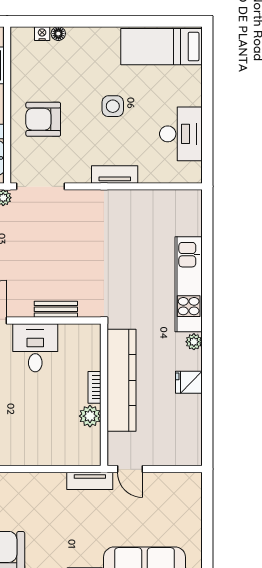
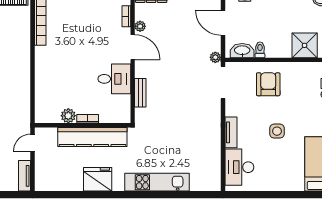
desk: (181, 134) -> (239, 167), moved, turned 90
plant: (194, 342) -> (118, 186), removed
fridge: (189, 382) -> (98, 179), width x1.88, depth x1.34
tv unit: (90, 481) -> (25, 176), moved

